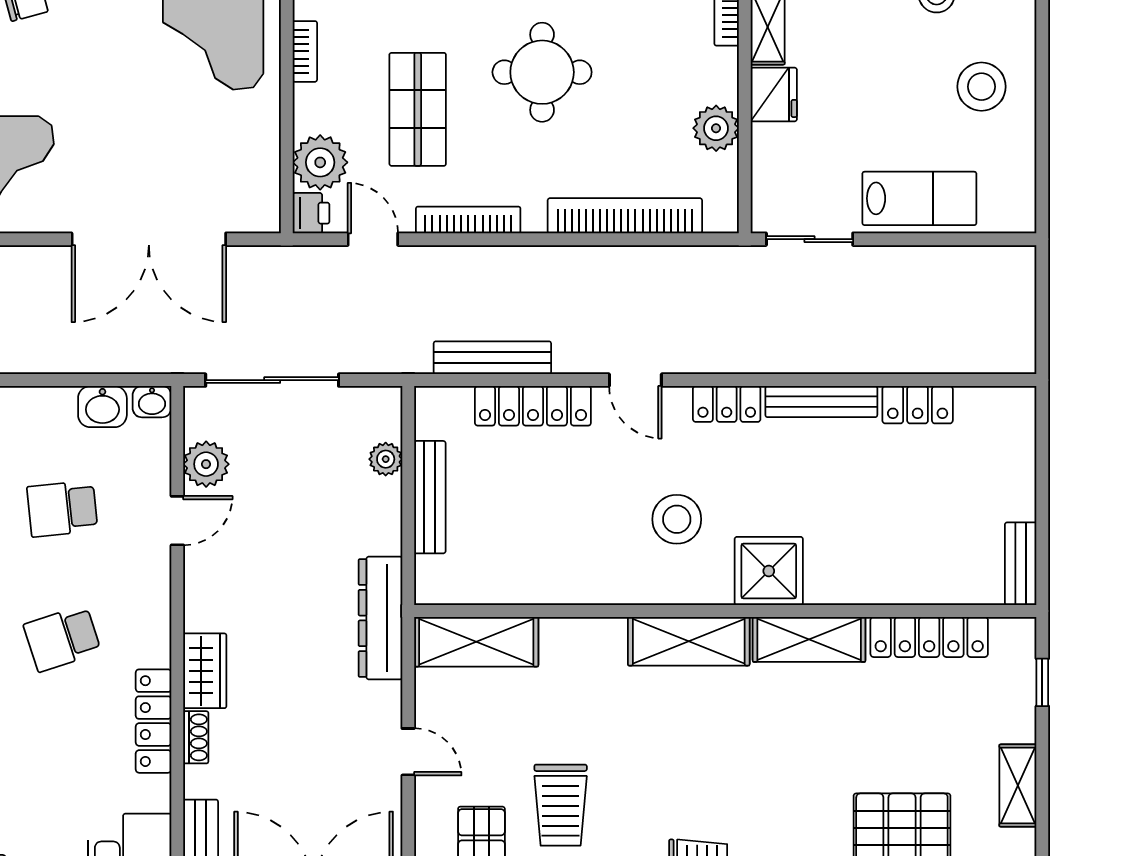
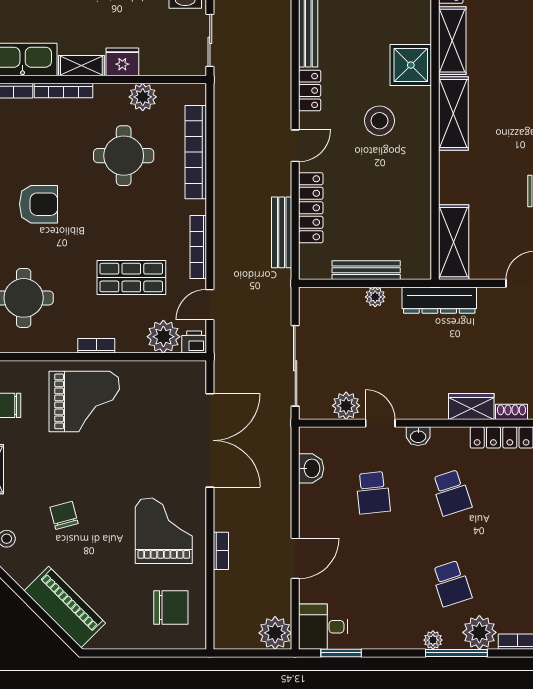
round table: (542, 72) -> (124, 156), moved
washbasin: (152, 402) -> (418, 436), moved, turned 90
plant: (386, 459) -> (375, 297), moved

